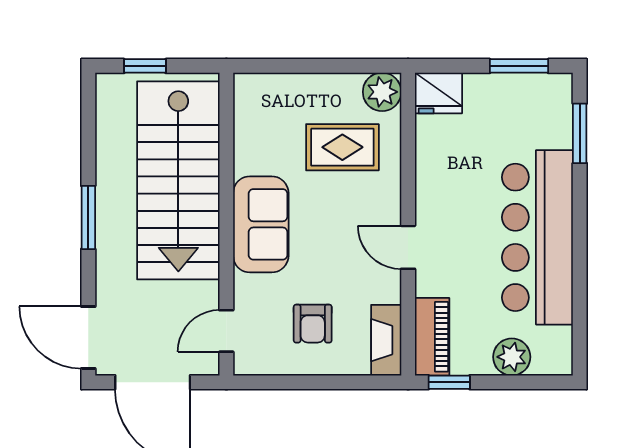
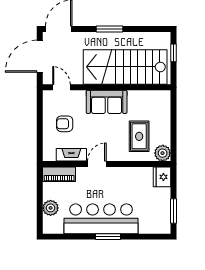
window: (580, 133) -> (108, 237), moved
fireplace: (386, 340) -> (71, 155), moved
window: (449, 382) -> (40, 181), removed

